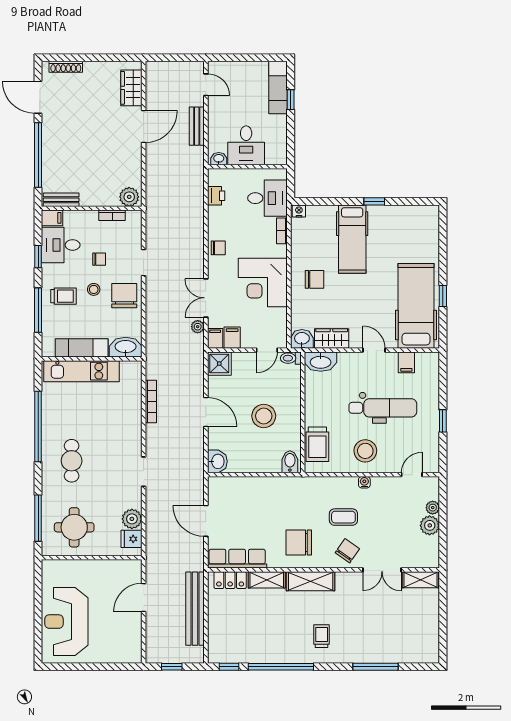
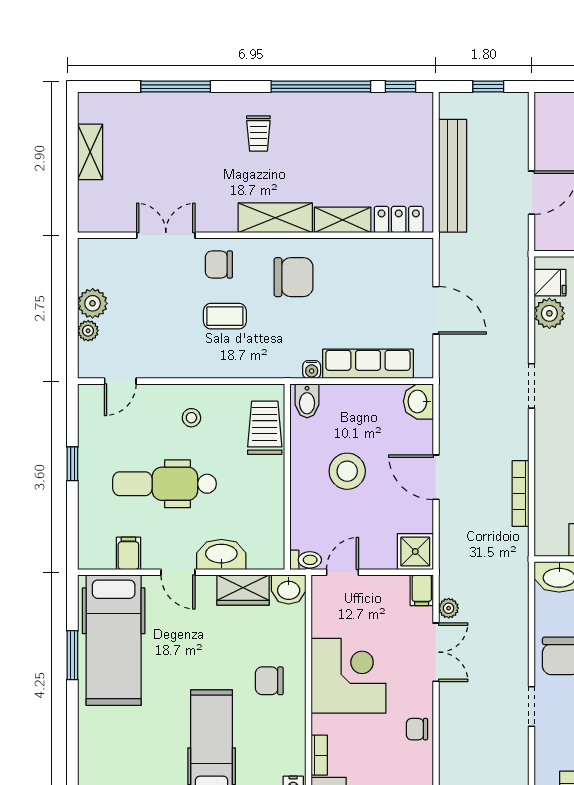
window: (443, 296) -> (72, 655), width x1.50
filing cabinet: (232, 338) -> (396, 591), removed
washbasin: (321, 362) -> (221, 554), moved
stool: (365, 451) -> (191, 418), width x0.53, depth x0.53
water cooler: (364, 482) -> (312, 370), moved
chair: (347, 551) -> (219, 264), turned 55
row of seats: (237, 559) -> (368, 364), moved, turned 180
shelving: (421, 580) -> (90, 152), moved, turned 90

